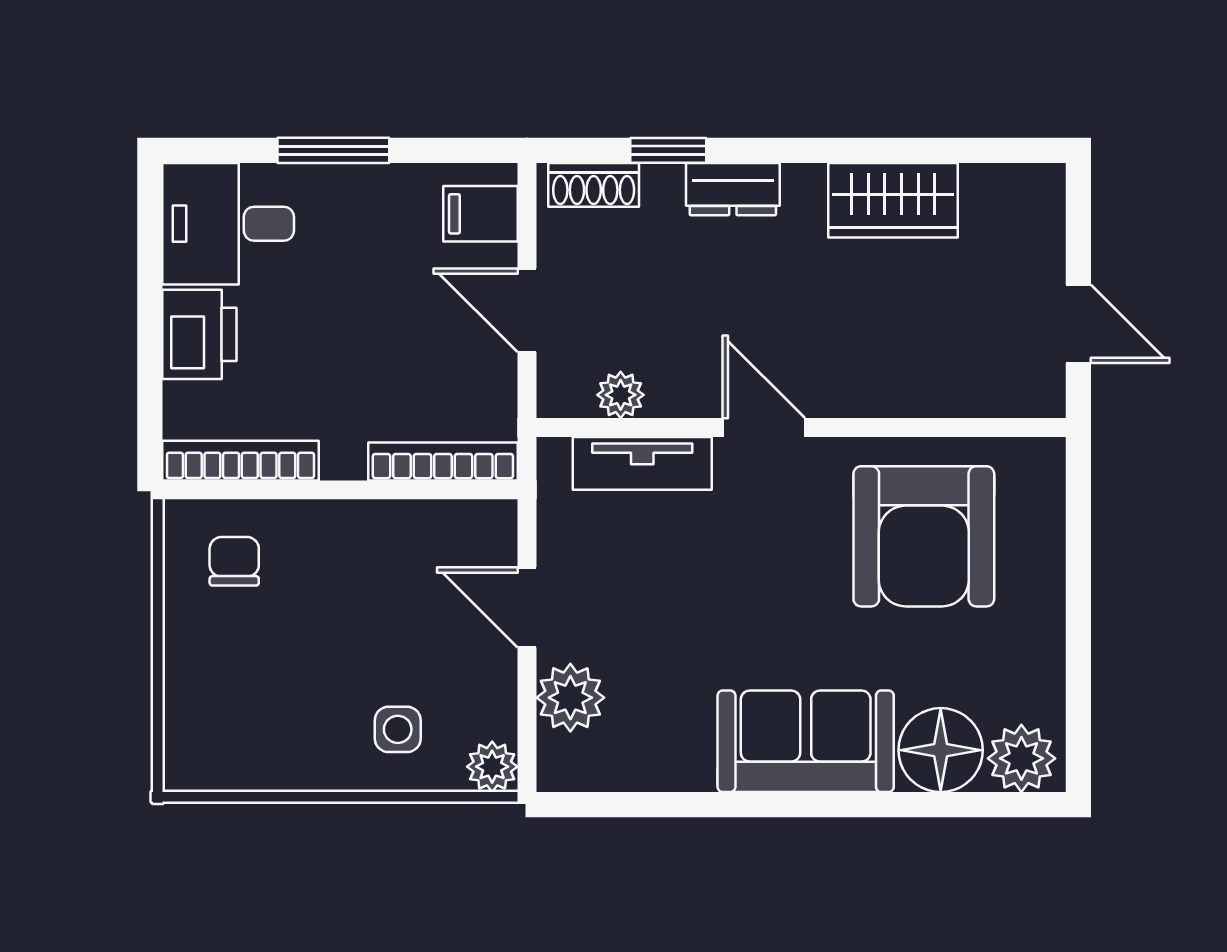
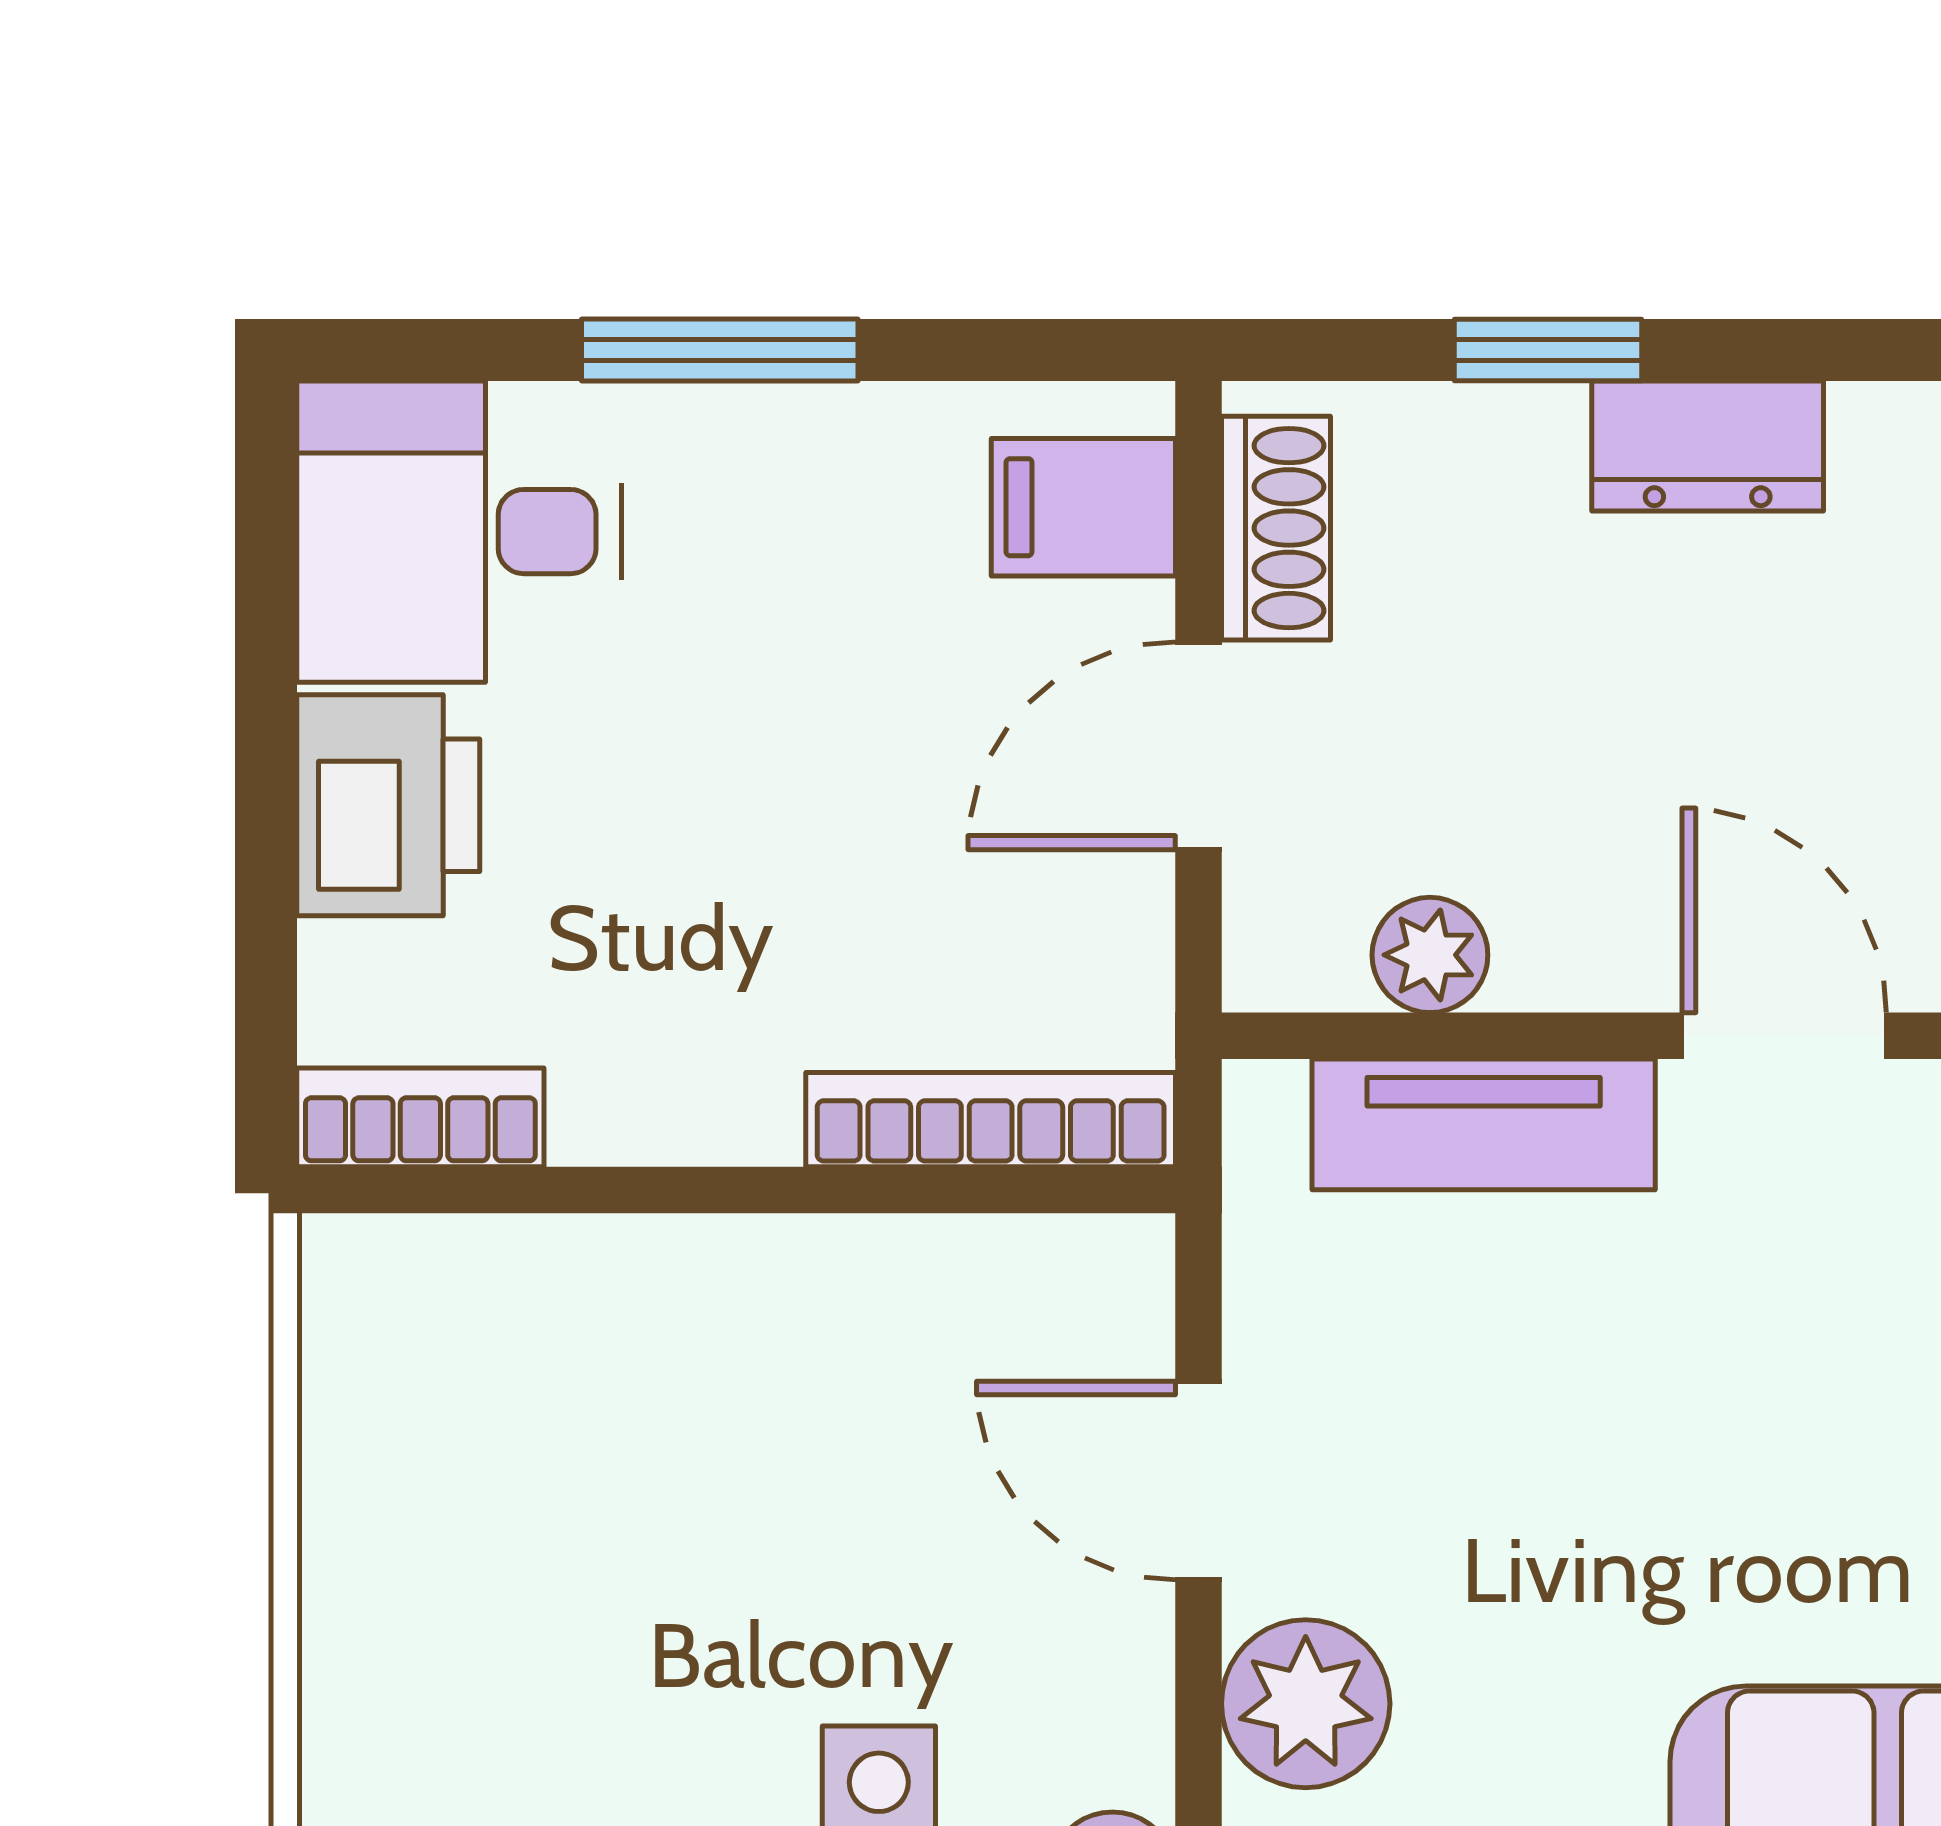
shoe rack: (594, 185) -> (1276, 528), moved, turned -90
door: (527, 310) -> (1198, 746), hinge flipped
bookcase: (240, 461) -> (420, 1117), width x0.64
chair: (234, 561) -> (474, 1366), removed

